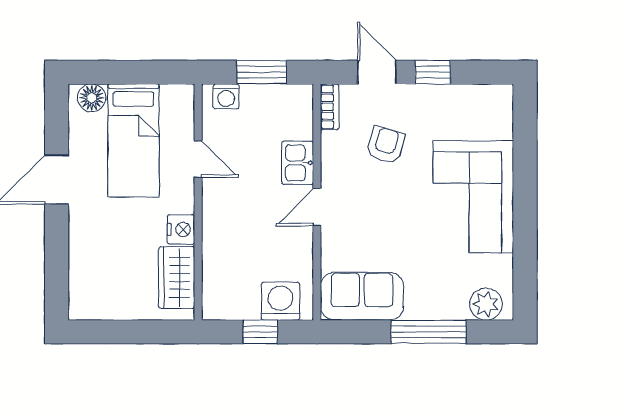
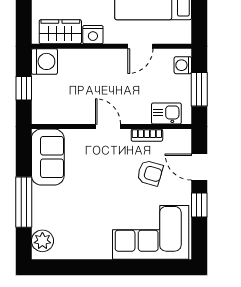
door: (377, 72) -> (199, 167), swing flipped
bookcase: (330, 107) -> (147, 135), moved
kitchen sink: (298, 163) -> (166, 114), moved
corner sofa: (473, 197) -> (151, 232), moved
washing machine: (280, 301) -> (44, 61), moved

